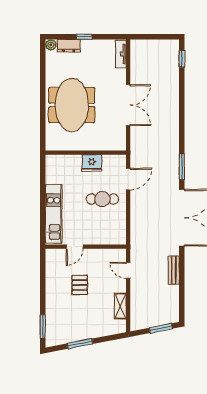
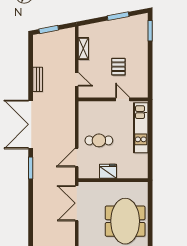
double door: (128, 105) -> (77, 203), moved
door: (75, 247) -> (123, 99), hinge flipped

